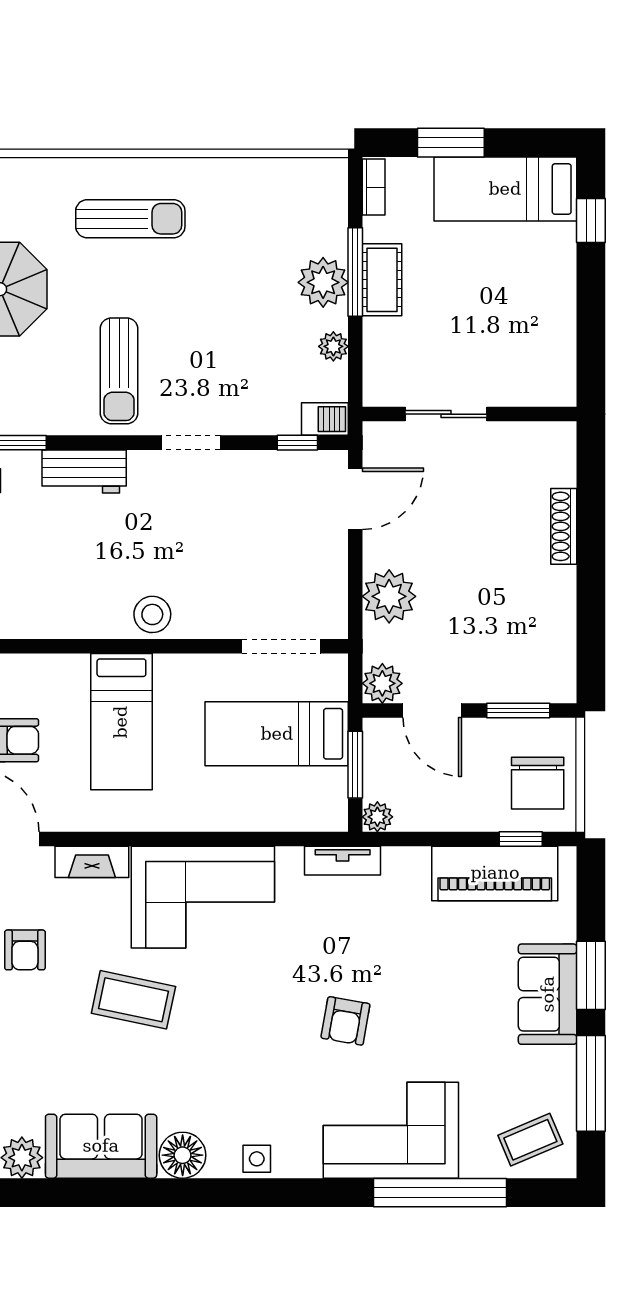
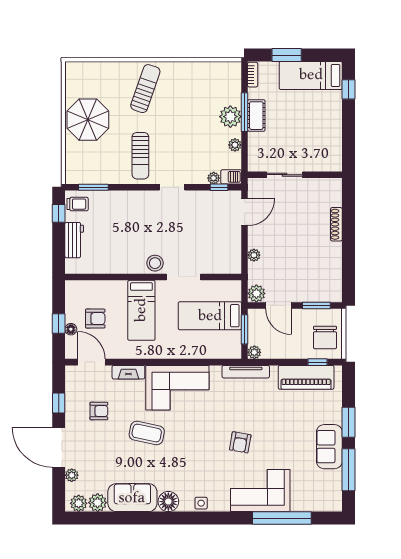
sun lounger: (130, 219) -> (145, 89), turned -71
plant: (285, 422) -> (214, 178), added
workbench: (84, 471) -> (125, 200), removed
plant: (389, 596) -> (254, 255), width x0.53, depth x0.53
doorway: (281, 646) -> (184, 277), moved
tv unit: (343, 861) -> (246, 372), width x1.41
armchair: (25, 950) -> (99, 411), turned -90
sofa: (548, 994) -> (329, 447), moved
coffee table: (530, 1140) -> (322, 495), removed

